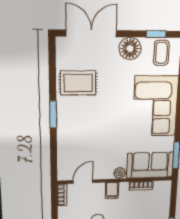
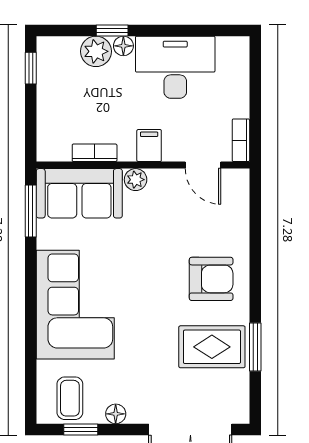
floor lamp: (130, 49) -> (116, 414), width x0.53, depth x0.53
window: (53, 114) -> (255, 347), moved
armchair: (79, 121) -> (211, 279), added
door: (83, 182) -> (203, 165), hinge flipped

